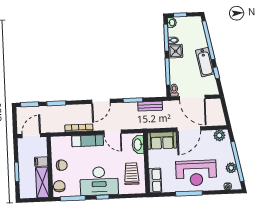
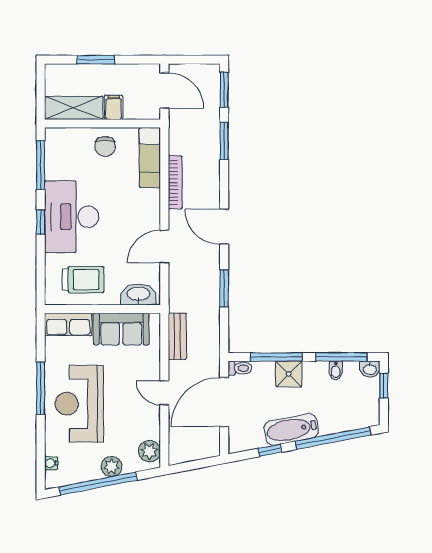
shower: (176, 51) -> (289, 374), moved
bench: (150, 106) -> (177, 336), moved
door: (189, 129) -> (164, 393), width x0.53
sofa: (162, 140) -> (121, 329), moved, turned -90
exam couch: (88, 141) -> (150, 158), moved
plant: (231, 168) -> (112, 466), moved
chair: (59, 186) -> (65, 140), removed

